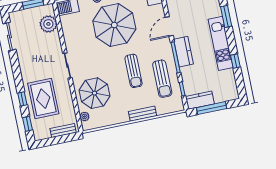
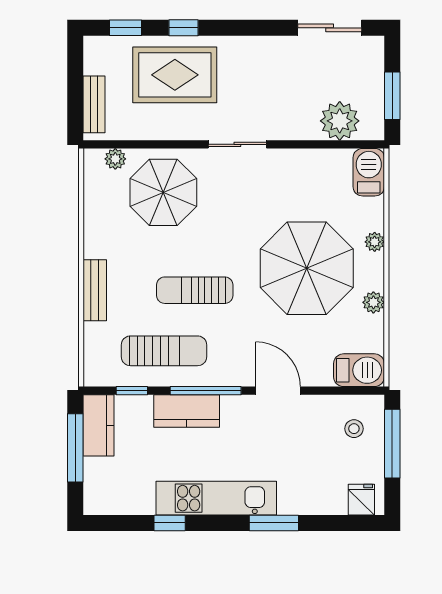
kitchen counter: (183, 52) -> (187, 411), moved
sun lounger: (162, 79) -> (164, 351), turned 180

